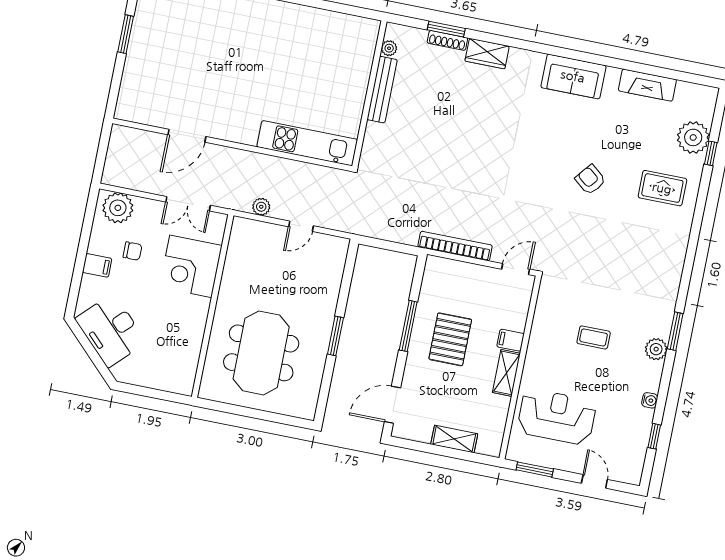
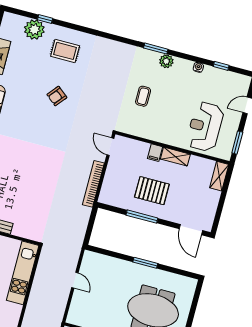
rug: (662, 188) -> (65, 51), turned 90
plant: (261, 207) -> (61, 304), removed
coffee table: (594, 337) -> (143, 96), moved
shelving: (454, 439) -> (219, 176), moved

